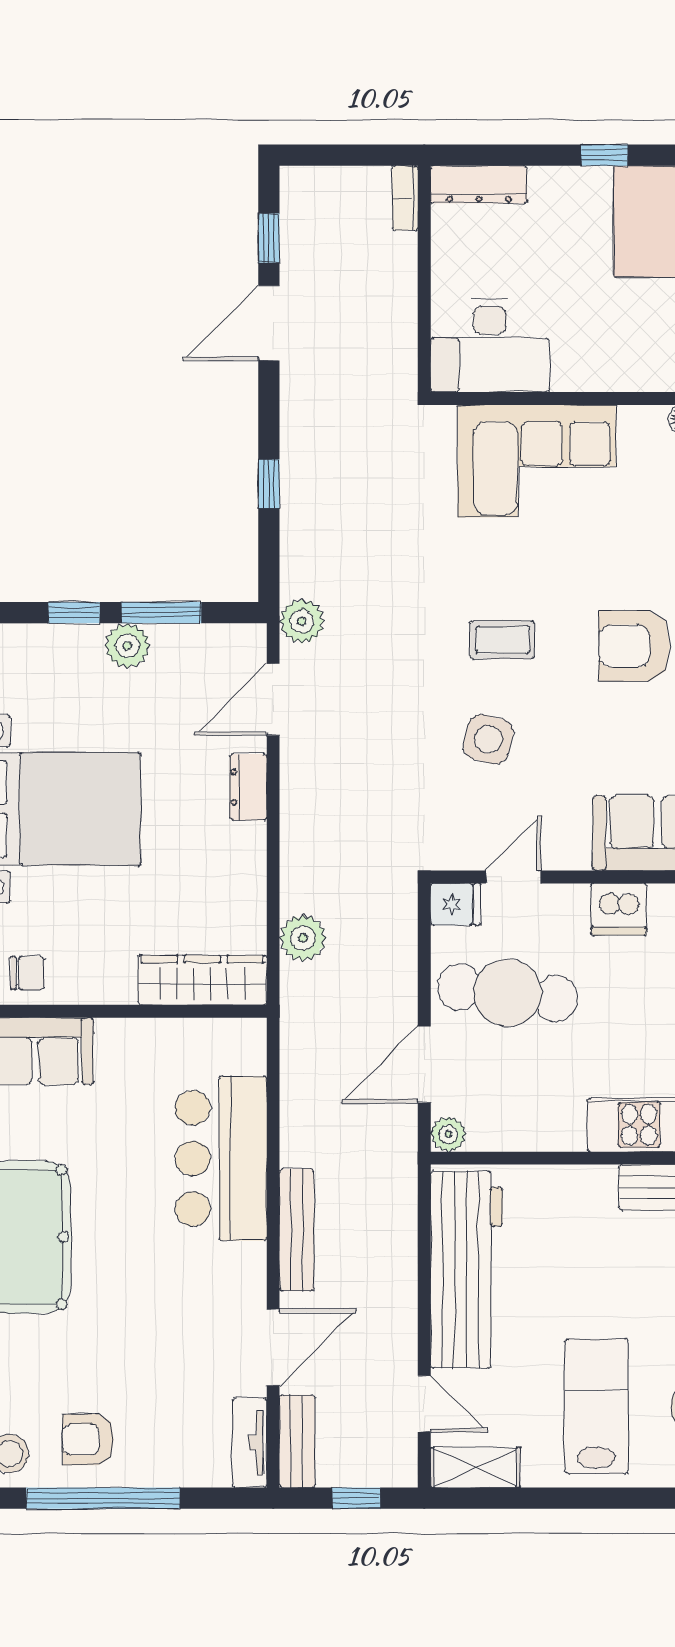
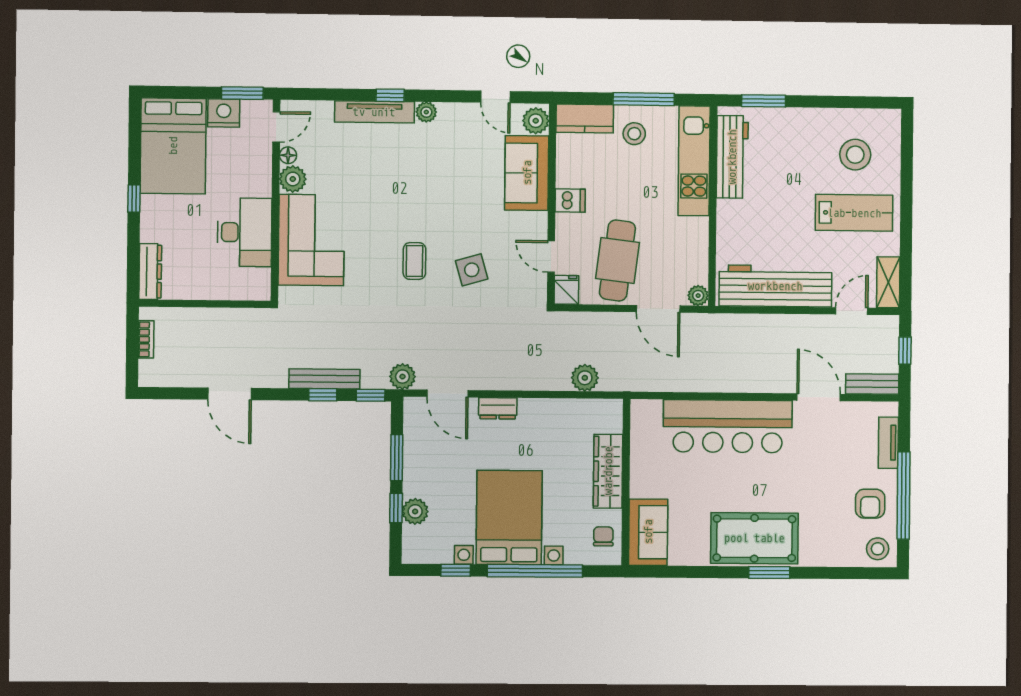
bookcase: (405, 198) -> (146, 339), moved, turned -90
window: (269, 238) -> (371, 395), moved
desk: (490, 346) -> (244, 232), moved
plant: (642, 428) -> (293, 179), added
plant: (128, 646) -> (415, 511), moved
armchair: (634, 646) -> (419, 185), removed
side table: (488, 739) -> (472, 270), turned -30
dishwasher: (619, 909) -> (570, 201), width x0.73
wardrobe: (202, 980) -> (608, 471), moved
bar counter: (221, 1158) -> (728, 426), width x1.36
bench: (297, 1230) -> (324, 379), moved
lab bench: (596, 1406) -> (854, 213), turned 180
tv unit: (250, 1443) -> (888, 443), moved, turned 90

